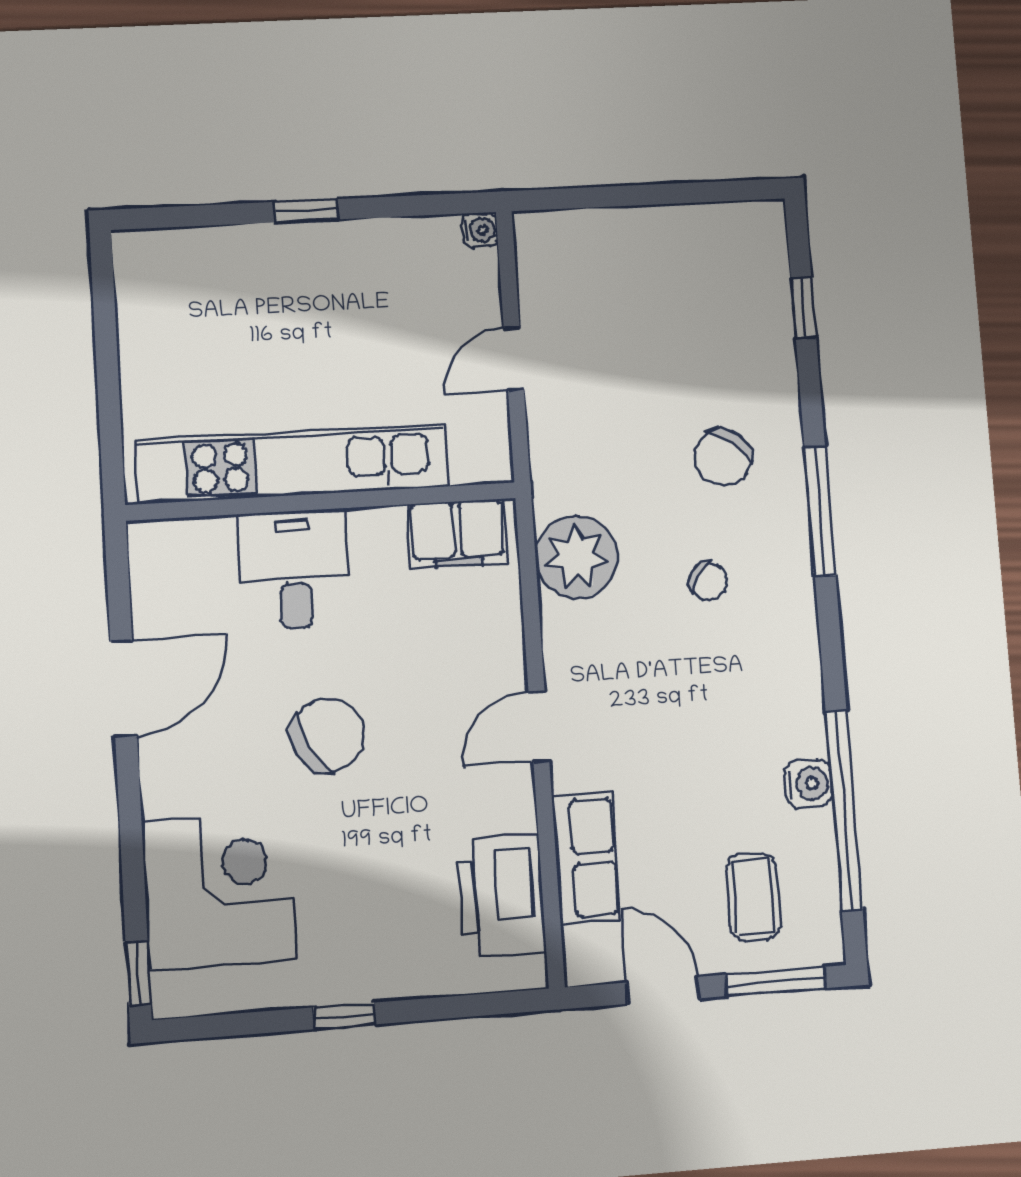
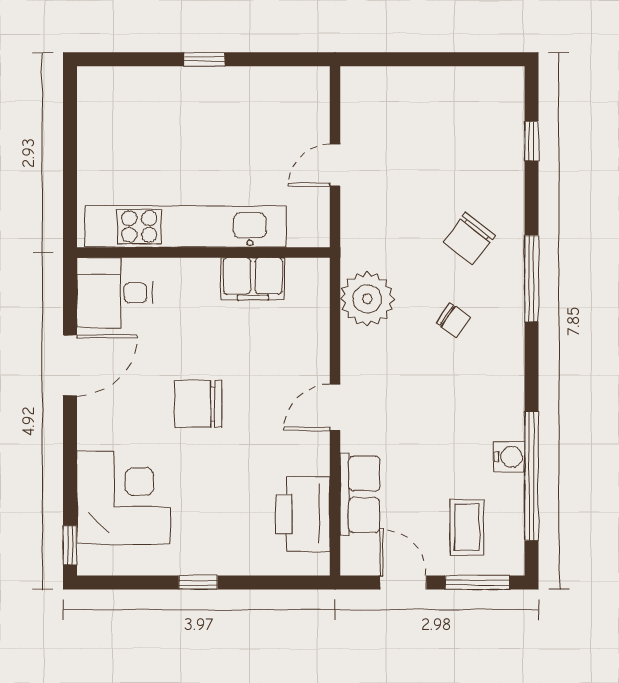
water cooler: (480, 230) -> (318, 78), removed
filing cabinet: (457, 534) -> (253, 279), moved
desk: (294, 569) -> (115, 293), moved, turned -90
chair: (328, 735) -> (198, 404), turned -152

